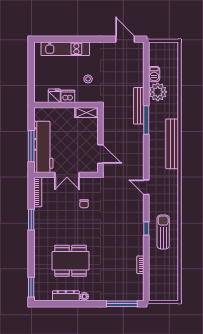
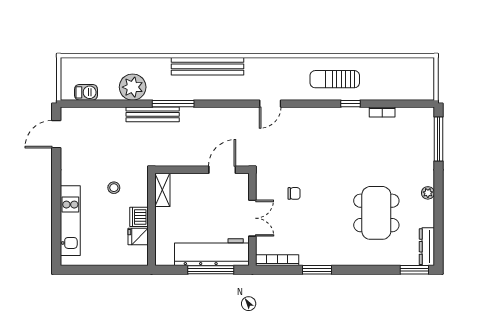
barbecue: (154, 74) -> (86, 92), moved
window: (146, 228) -> (350, 104), moved
dresser: (66, 296) -> (427, 247), moved

